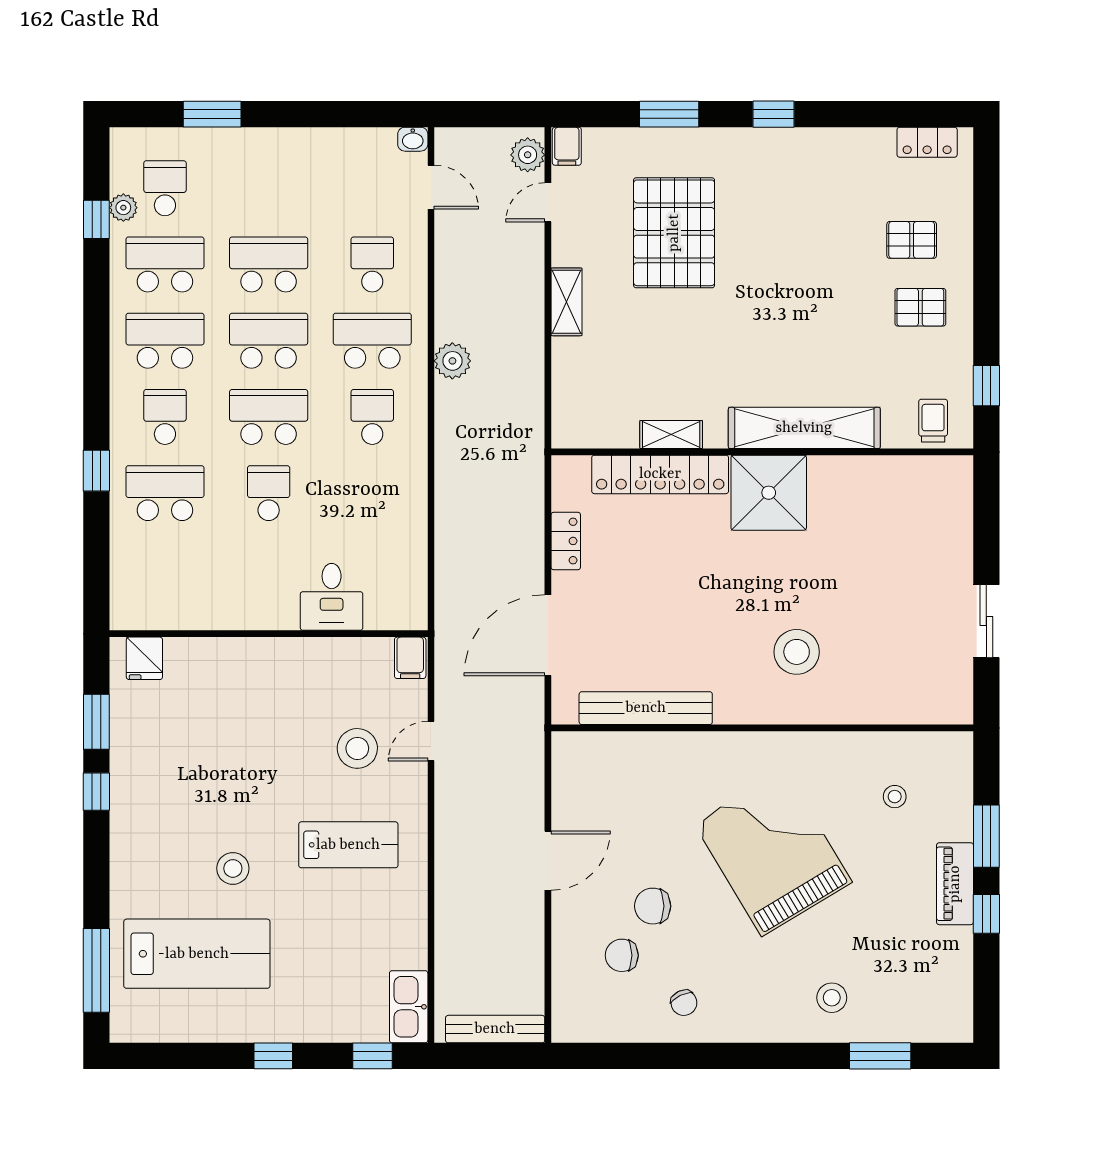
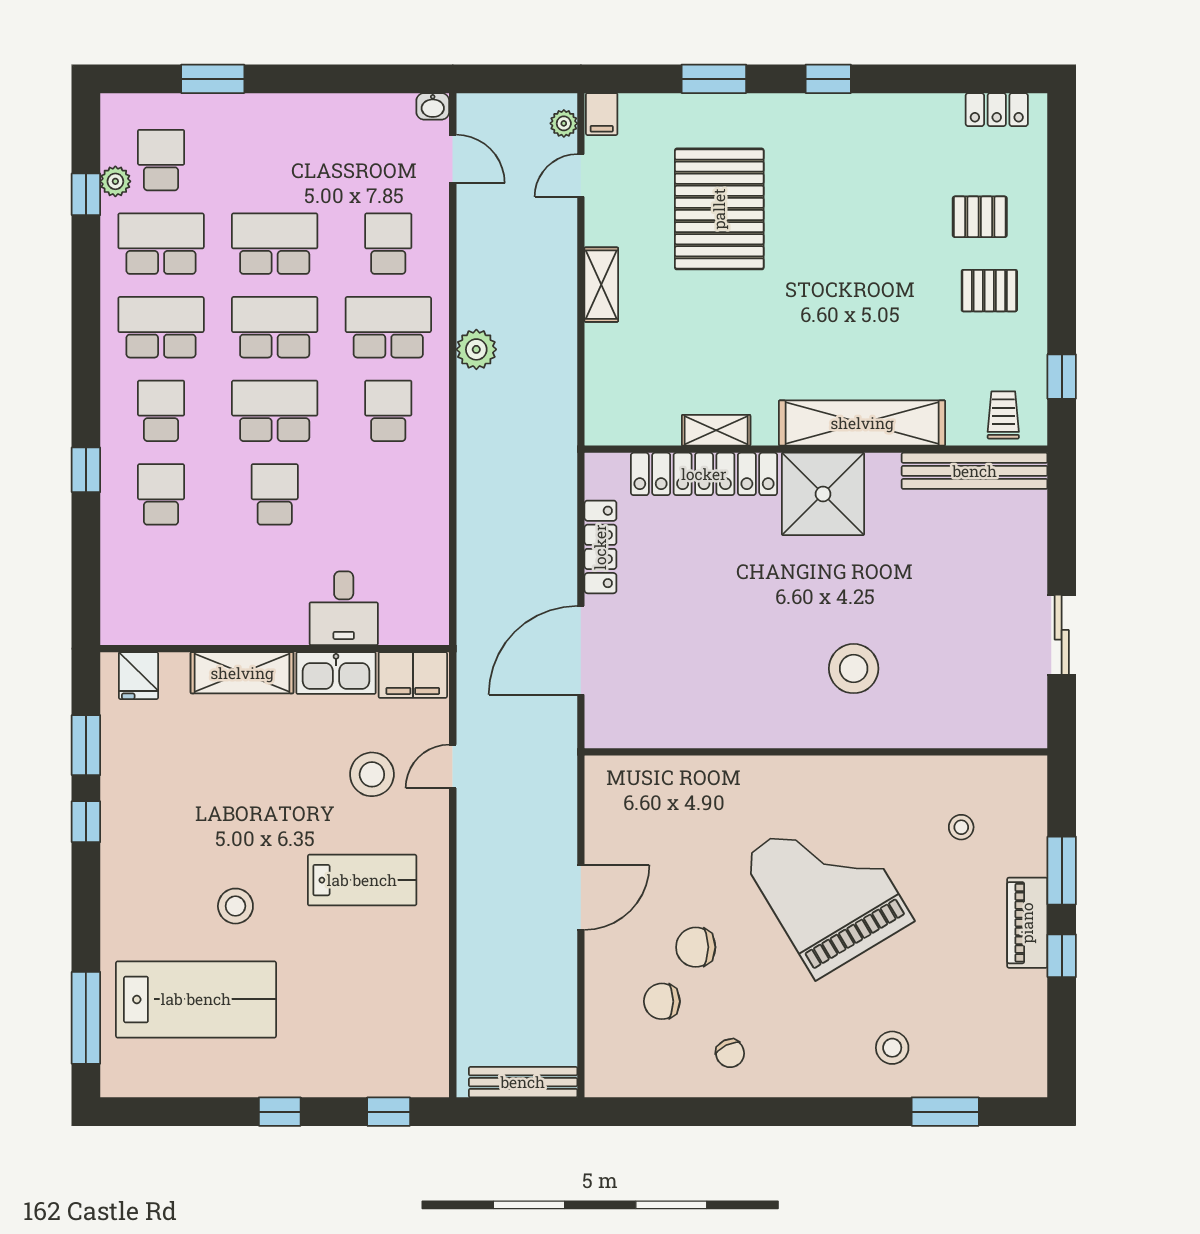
plant: (528, 155) -> (564, 123), width x0.73, depth x0.73
school desk: (165, 493) -> (161, 494), width x0.54
locker: (566, 541) -> (600, 547), width x1.53
shelving: (239, 656) -> (242, 673), added
filing cabinet: (410, 658) -> (413, 675), width x2.00
bench: (646, 708) -> (975, 471), moved
kitchen sink: (409, 1007) -> (336, 673), moved, turned -90

